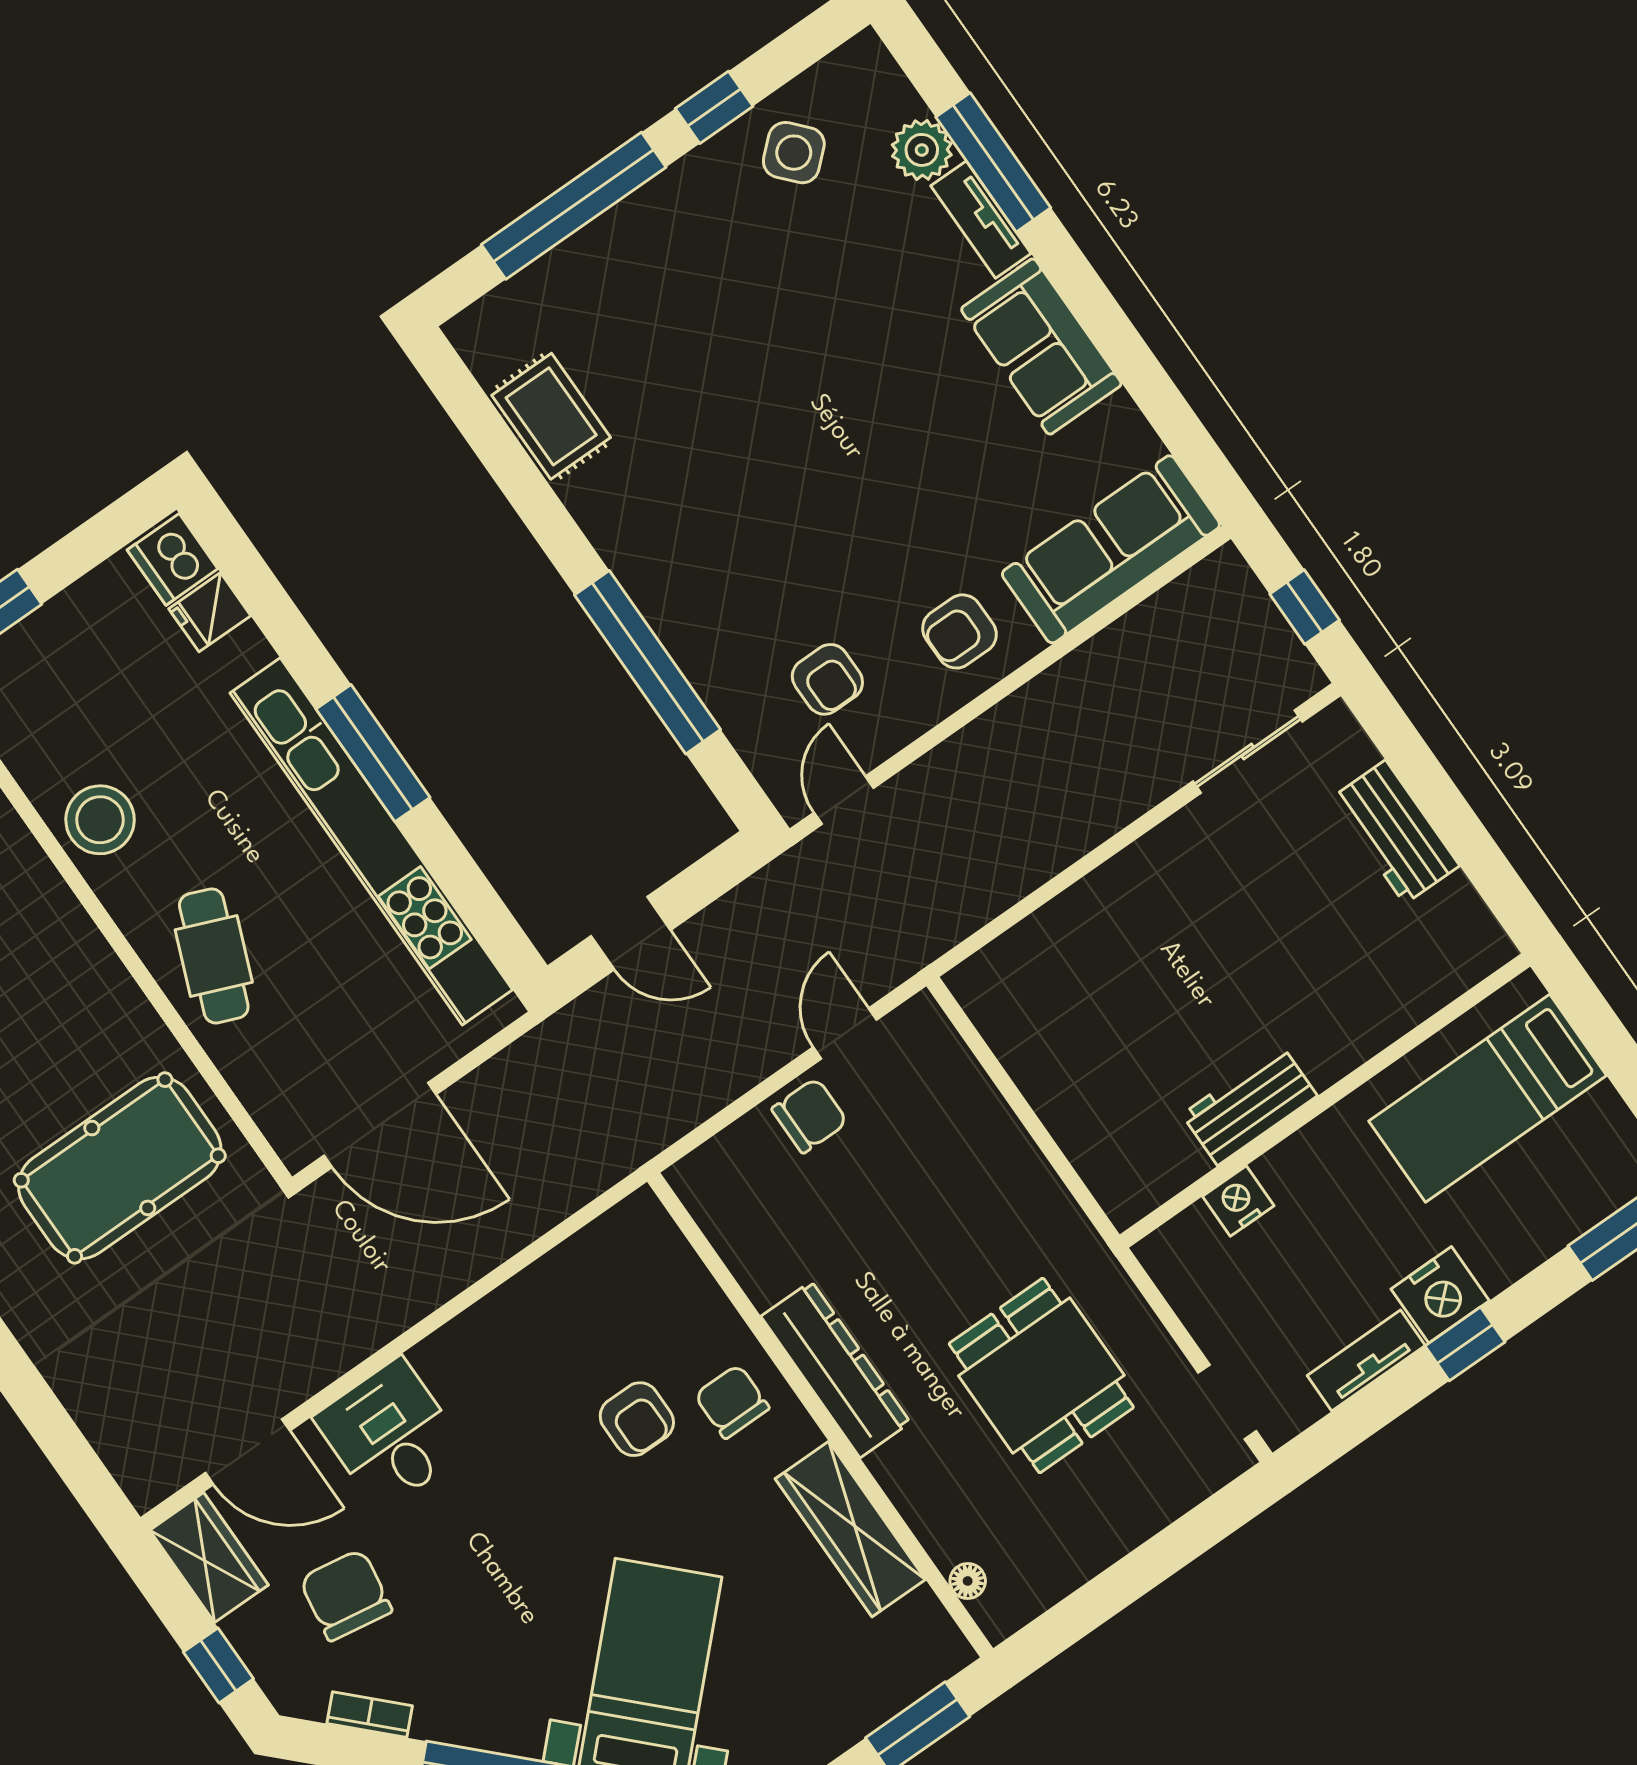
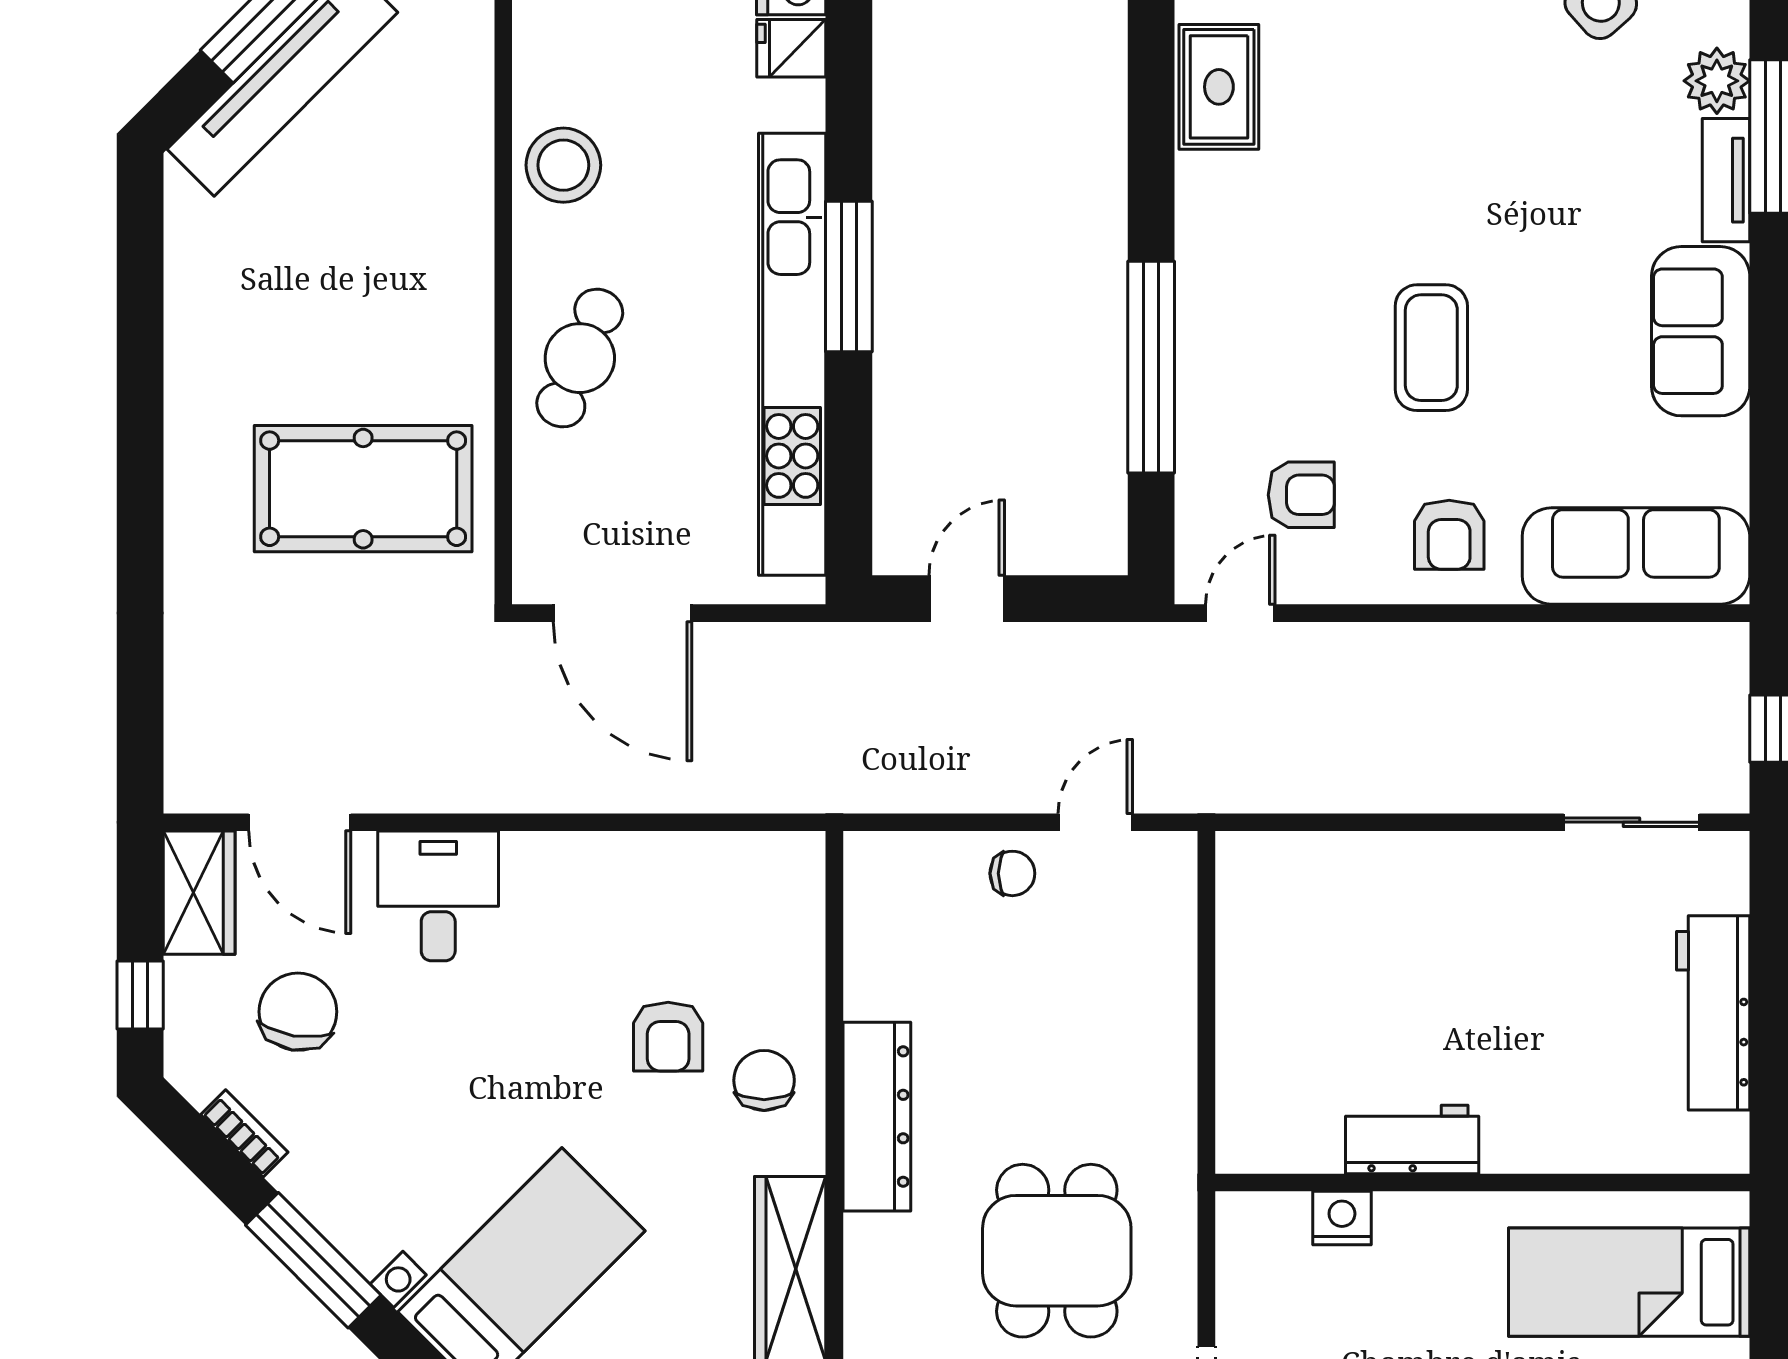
coffee table: (848, 500) -> (1431, 348), added
armchair: (959, 631) -> (1449, 535), turned -90
armchair: (827, 679) -> (1301, 495), turned -90
workbench: (1395, 832) -> (1713, 1013), width x1.37
door: (631, 933) -> (967, 599), swing flipped
chair: (810, 1116) -> (1012, 873), width x0.73, depth x0.73

